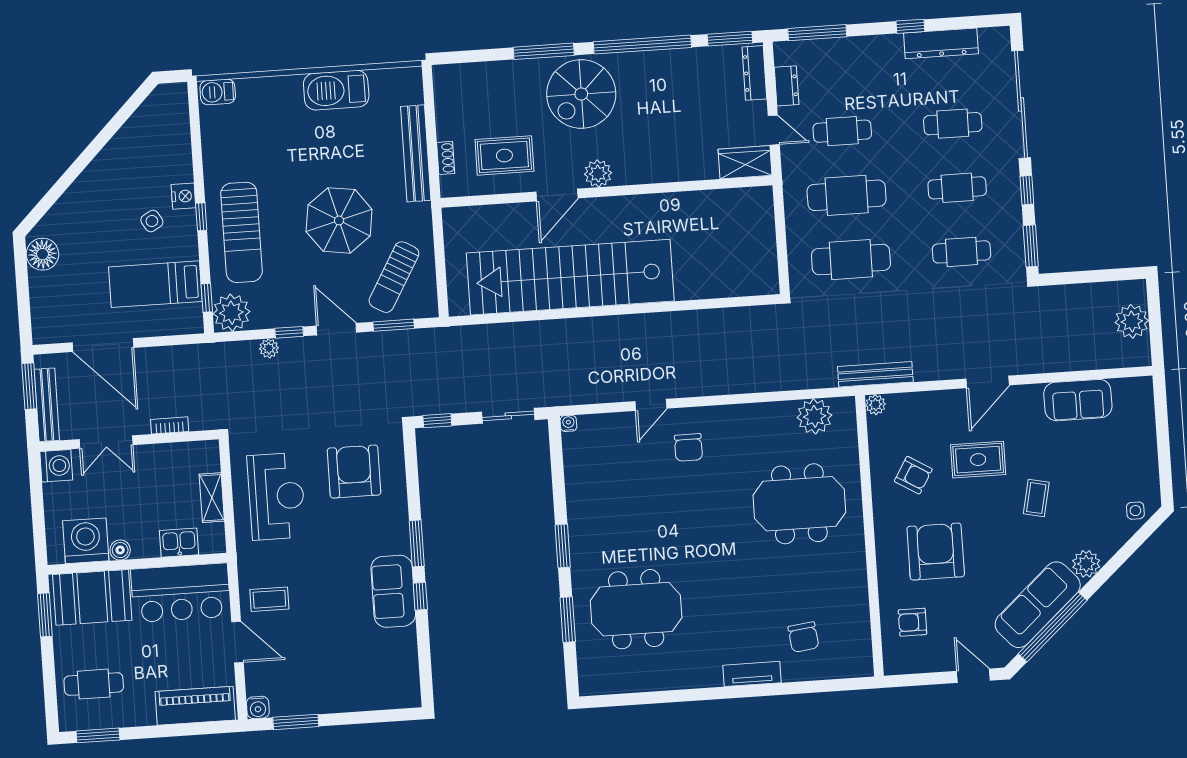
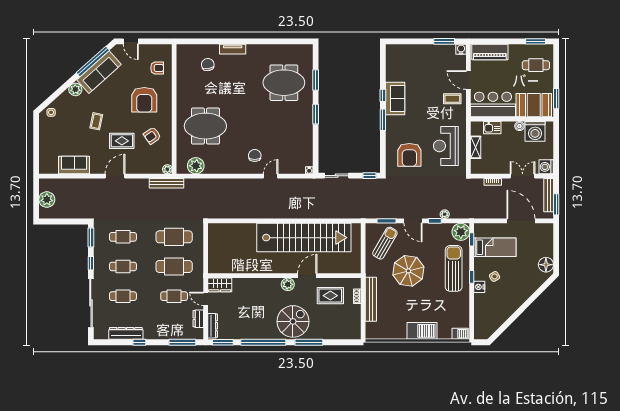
barbecue: (336, 90) -> (422, 331), moved
armchair: (913, 475) -> (152, 136), turned -66

